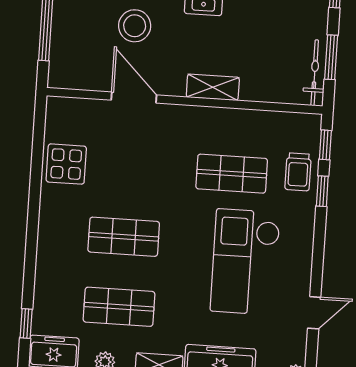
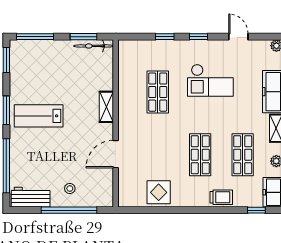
stool: (135, 26) -> (70, 188), moved, width x0.53, depth x0.53
window: (325, 145) -> (198, 37), moved
trolley: (298, 172) -> (221, 197), moved
checkout: (245, 262) -> (210, 80), width x0.73, depth x0.83

